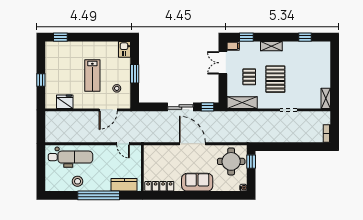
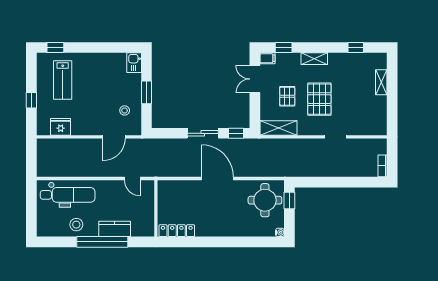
lab bench: (92, 75) -> (63, 80), moved
shelving: (326, 98) -> (381, 82), moved
sofa: (197, 182) -> (223, 226), removed
kitchen counter: (124, 185) -> (115, 229), moved

